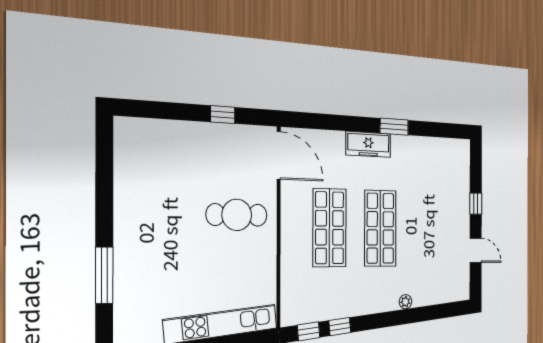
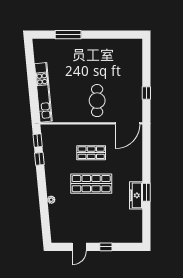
freezer: (368, 144) -> (136, 195), moved
shop shelf: (330, 228) -> (91, 153), width x0.70, depth x0.74

